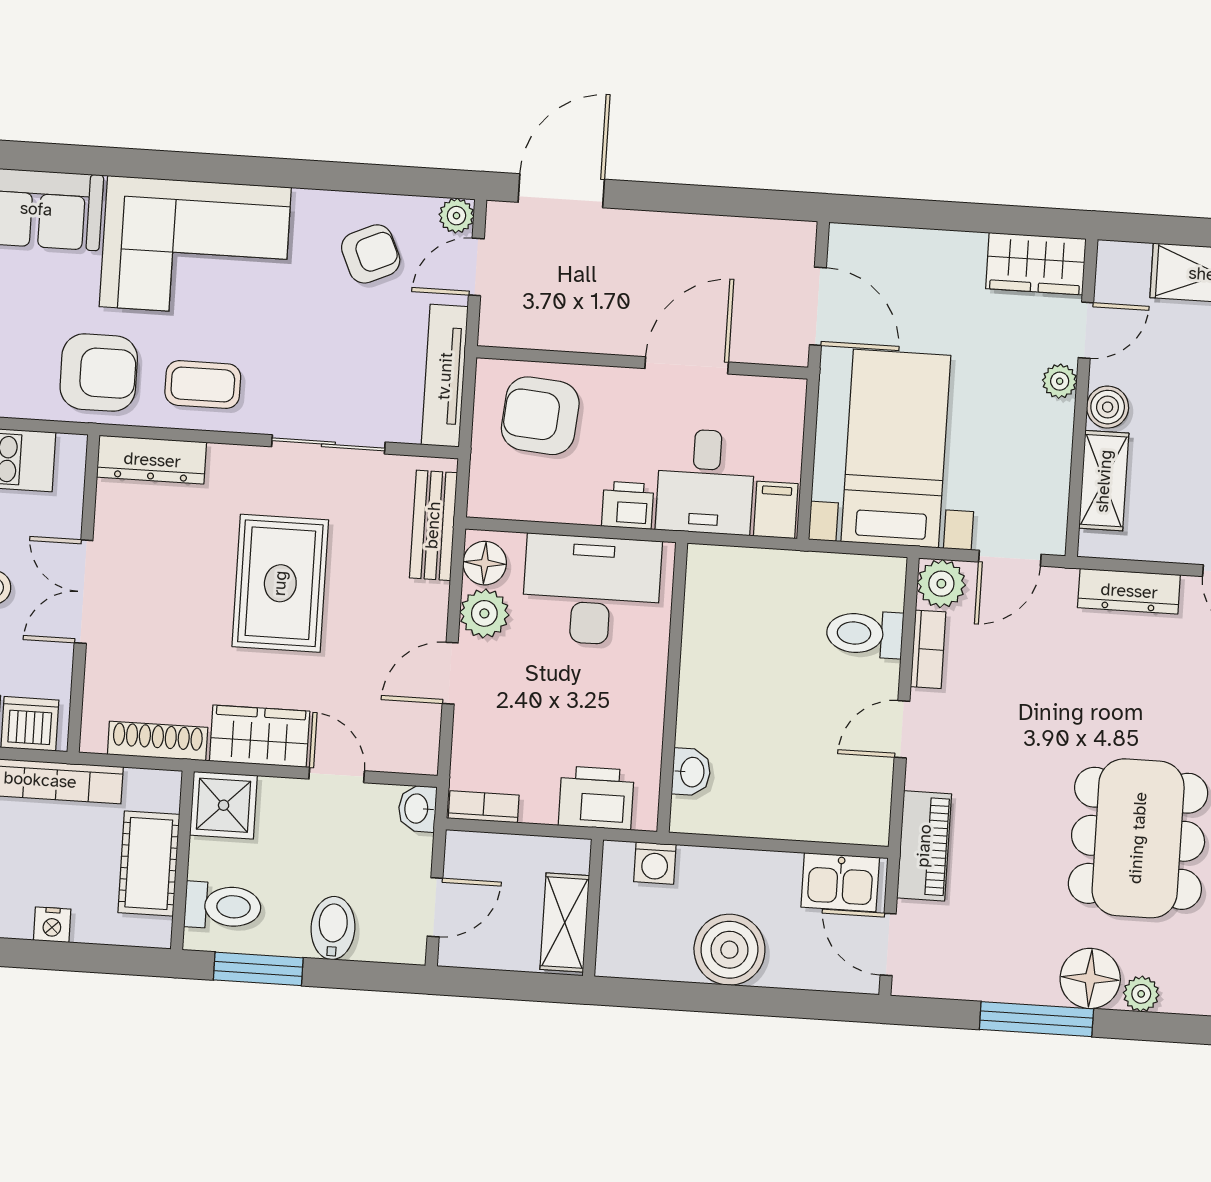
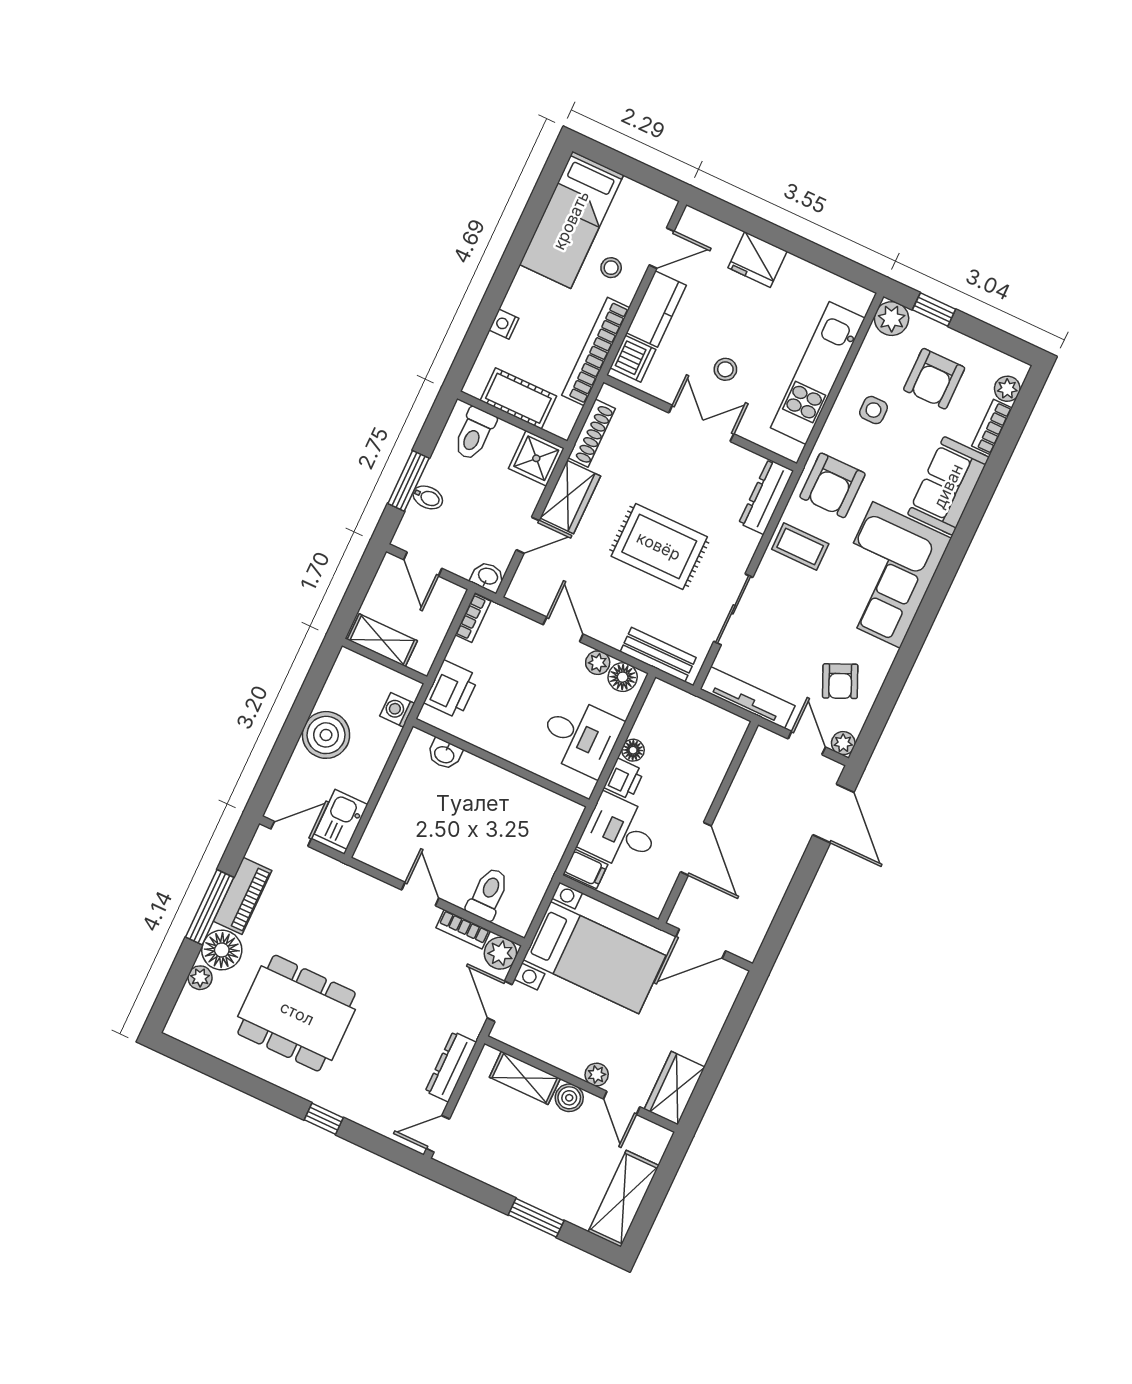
coffee table: (203, 385) -> (800, 546), turned 90
armchair: (540, 416) -> (700, 747), removed
floor lamp: (582, 508) -> (633, 750), added
desk: (592, 590) -> (580, 736), width x0.73
plant: (484, 613) -> (598, 663), width x0.73, depth x0.73
piano: (924, 846) -> (243, 896), moved, turned -90
bidet: (333, 928) -> (428, 497), width x0.72, depth x0.74
window: (258, 969) -> (408, 481), moved

